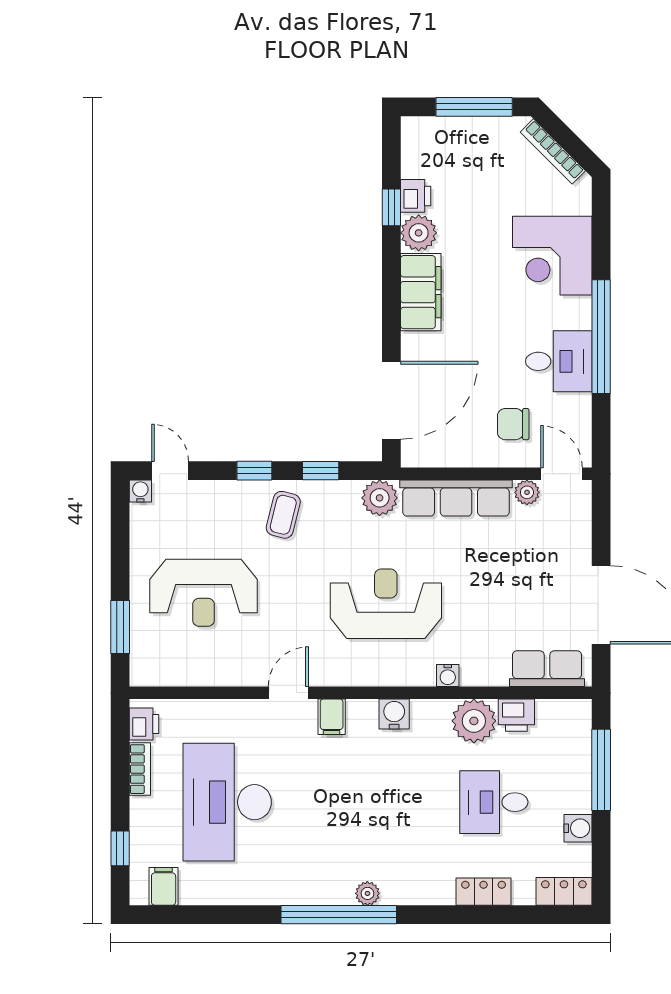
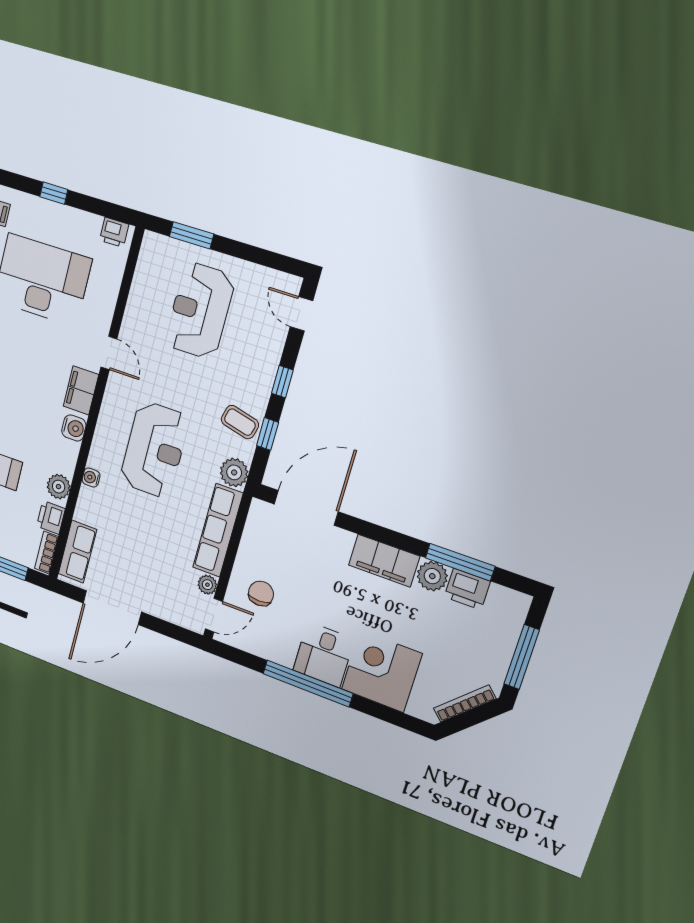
printer: (416, 196) -> (467, 589), width x1.36, depth x1.24
window: (391, 207) -> (460, 562), width x2.17
desk: (559, 361) -> (324, 655), moved
door: (391, 400) -> (306, 508), swing flipped
door: (170, 471) -> (301, 314), swing flipped
water cooler: (140, 491) -> (292, 284), removed
coffee table: (283, 515) -> (240, 422), moved
filing cabinet: (332, 717) -> (81, 390), width x2.00
plant: (474, 721) -> (59, 487), width x0.73, depth x0.73
bookcase: (140, 769) -> (47, 552), moved, turned 90
window: (120, 848) -> (54, 193), moved

